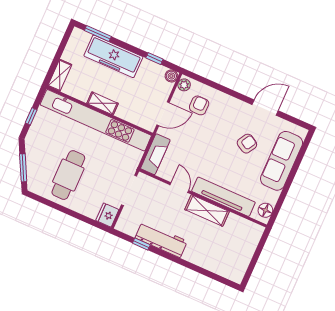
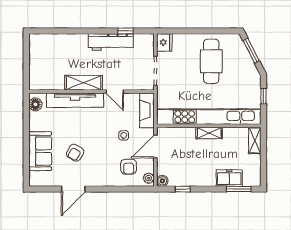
freezer: (113, 56) -> (229, 178), width x0.52, depth x0.79
side table: (190, 139) -> (124, 135), added
sofa: (282, 161) -> (40, 151), width x0.73

